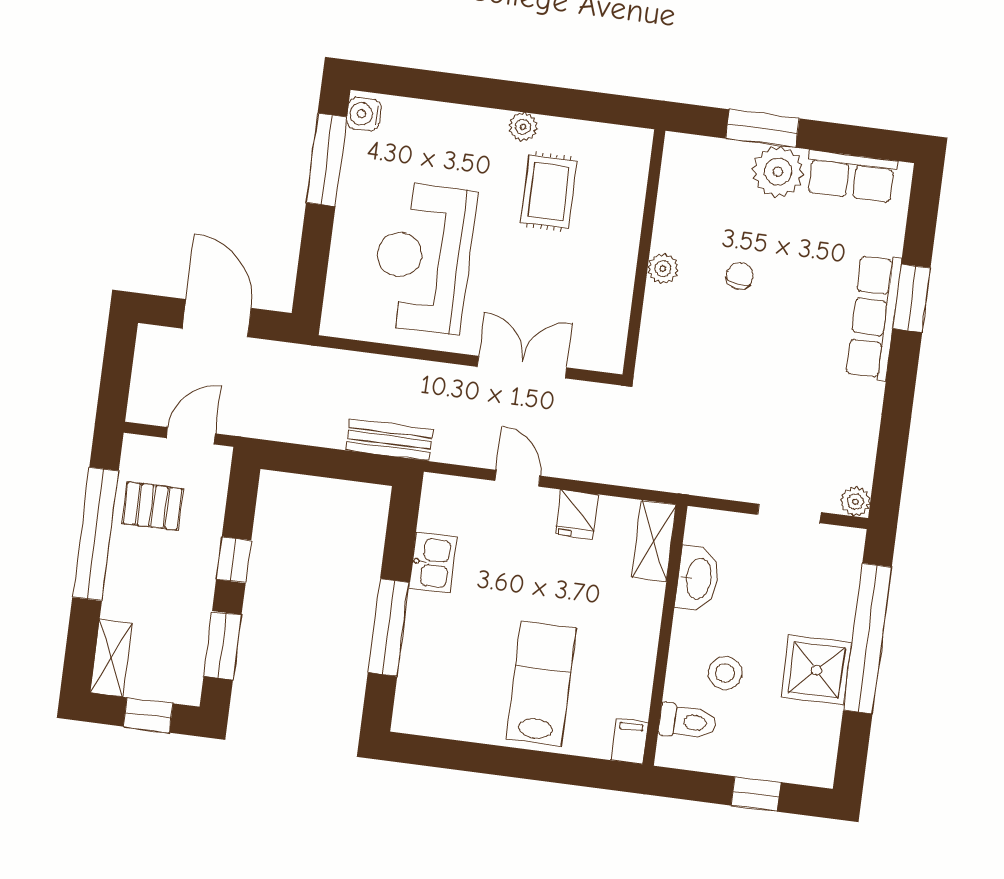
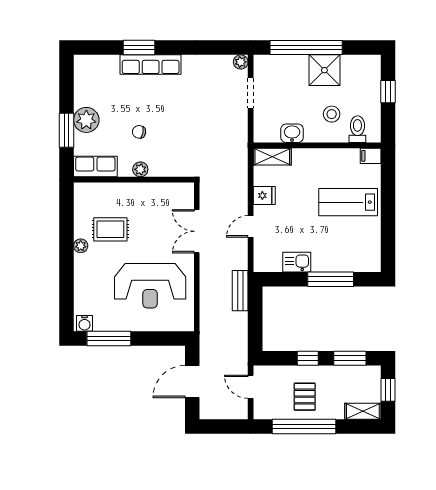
row of seats: (851, 176) -> (95, 167), moved, turned -90
pallet: (153, 506) -> (305, 397), moved
washbasin: (697, 579) -> (292, 133), width x0.72

